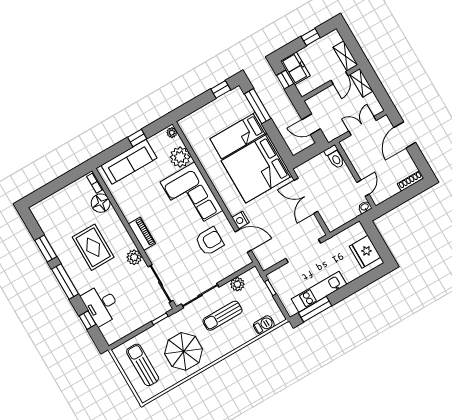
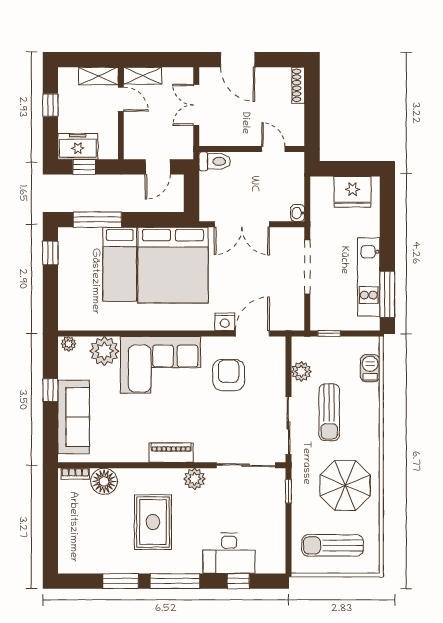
washbasin: (365, 207) -> (298, 213), moved
rug: (93, 247) -> (153, 522), turned 90

